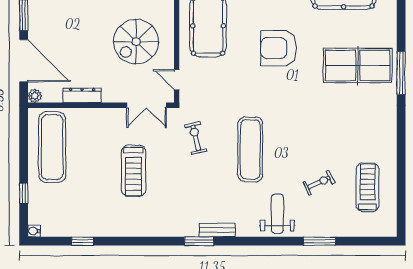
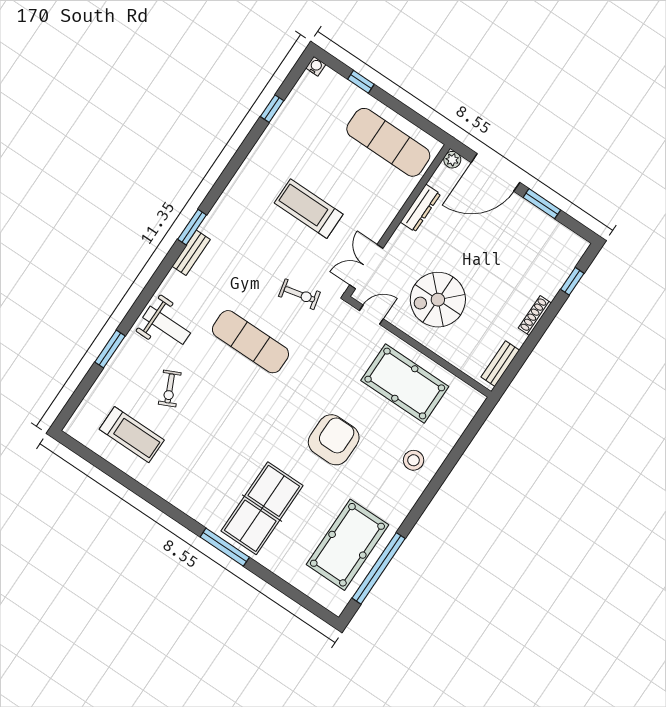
spiral stairs: (136, 42) -> (438, 300), turned -90

